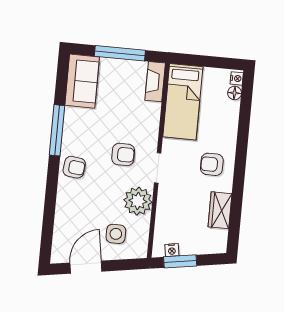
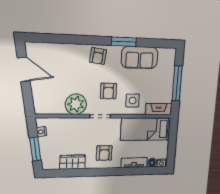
sofa: (82, 81) -> (140, 57), moved
tv unit: (231, 120) -> (134, 163), added
window: (57, 130) -> (124, 42), width x0.69
armchair: (212, 164) -> (104, 153), turned 180
side table: (116, 234) -> (133, 101), moved
window: (180, 261) -> (35, 149), moved

